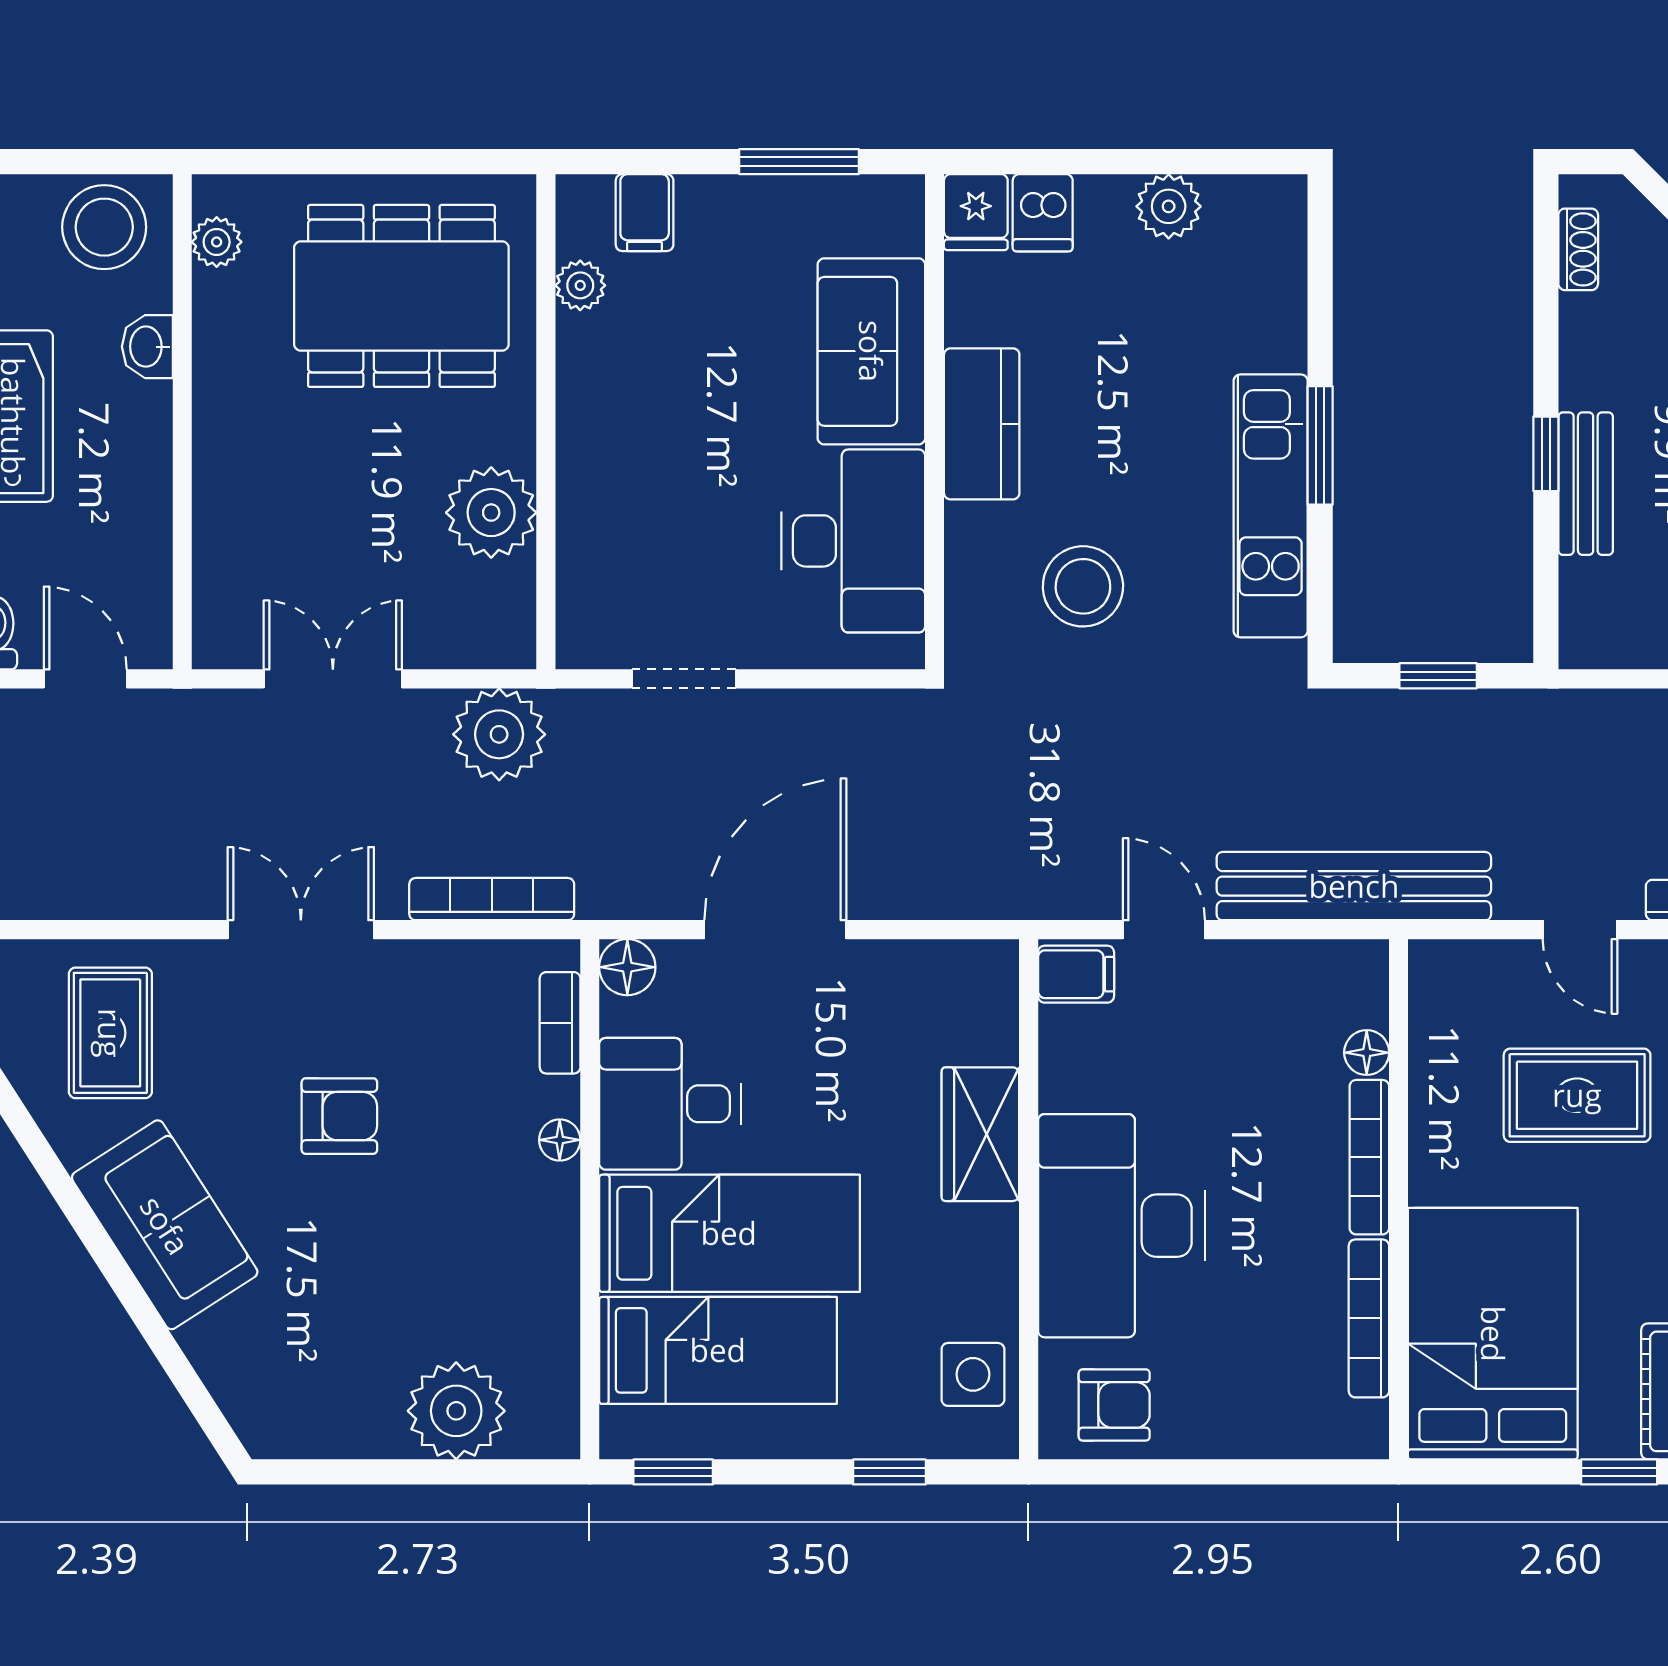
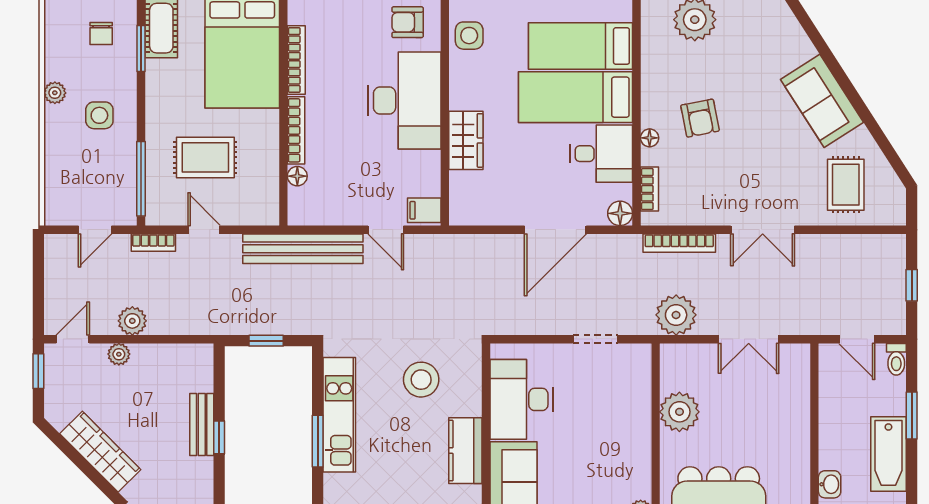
armchair: (339, 1116) -> (700, 118), moved, turned -101

